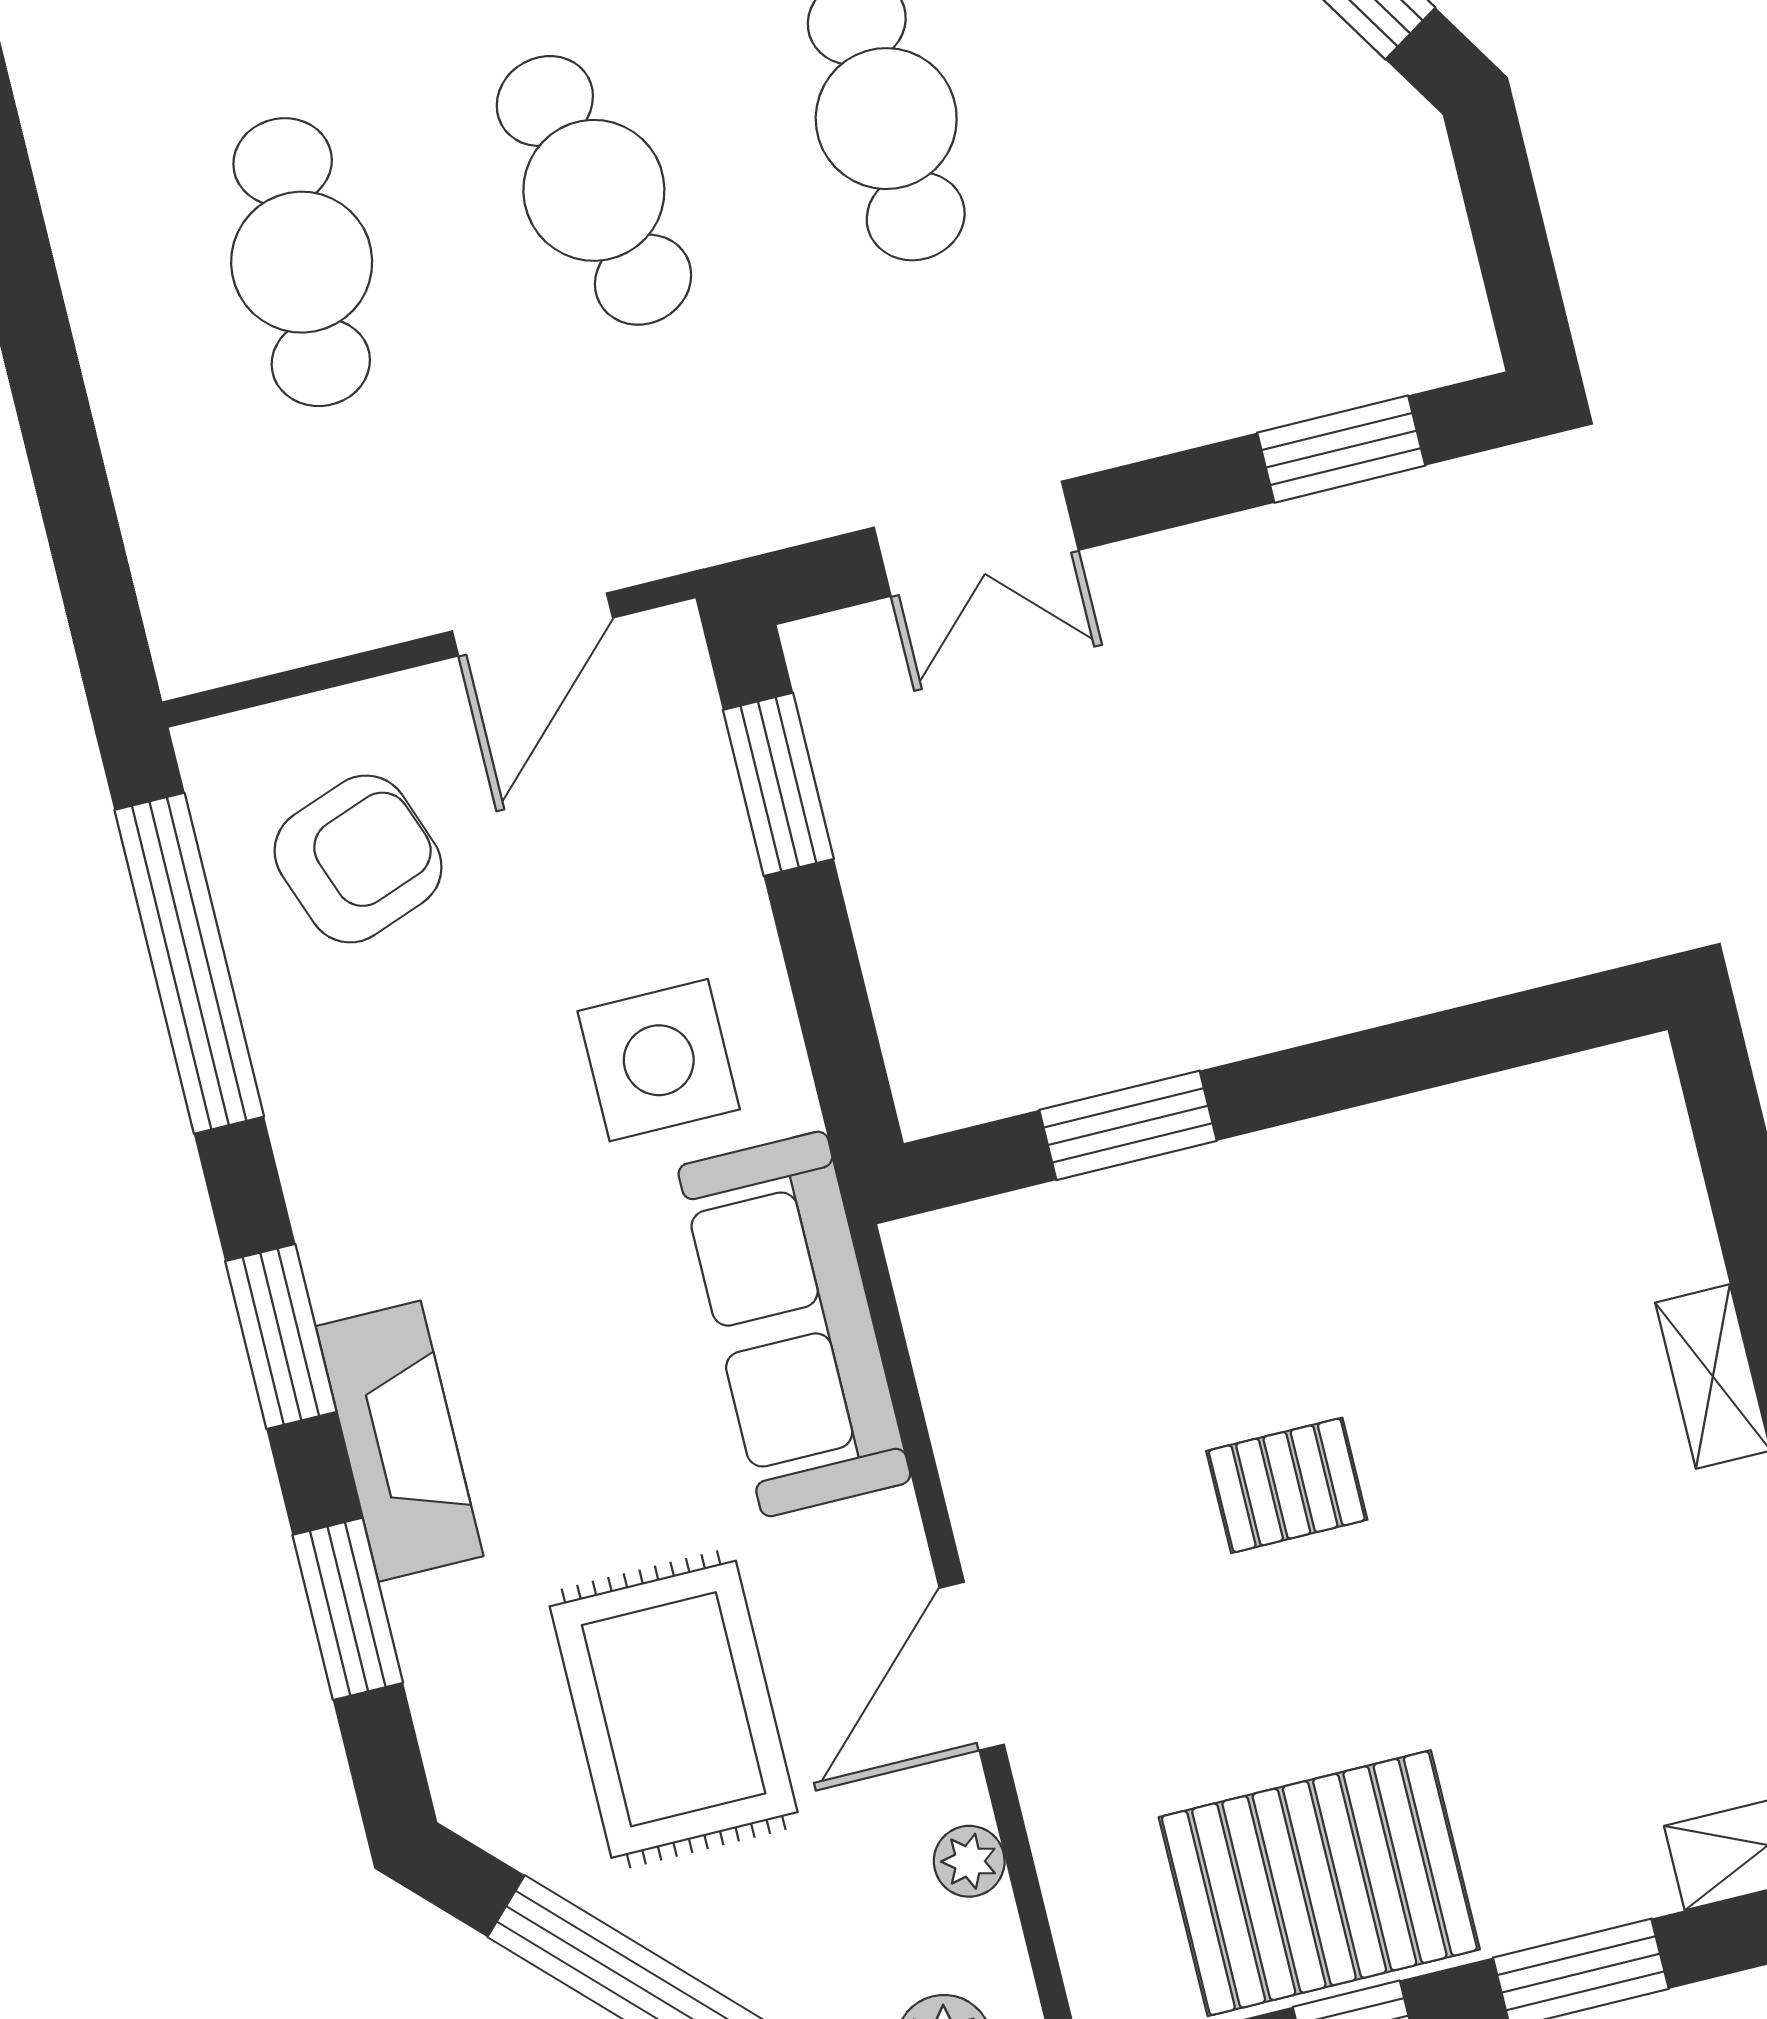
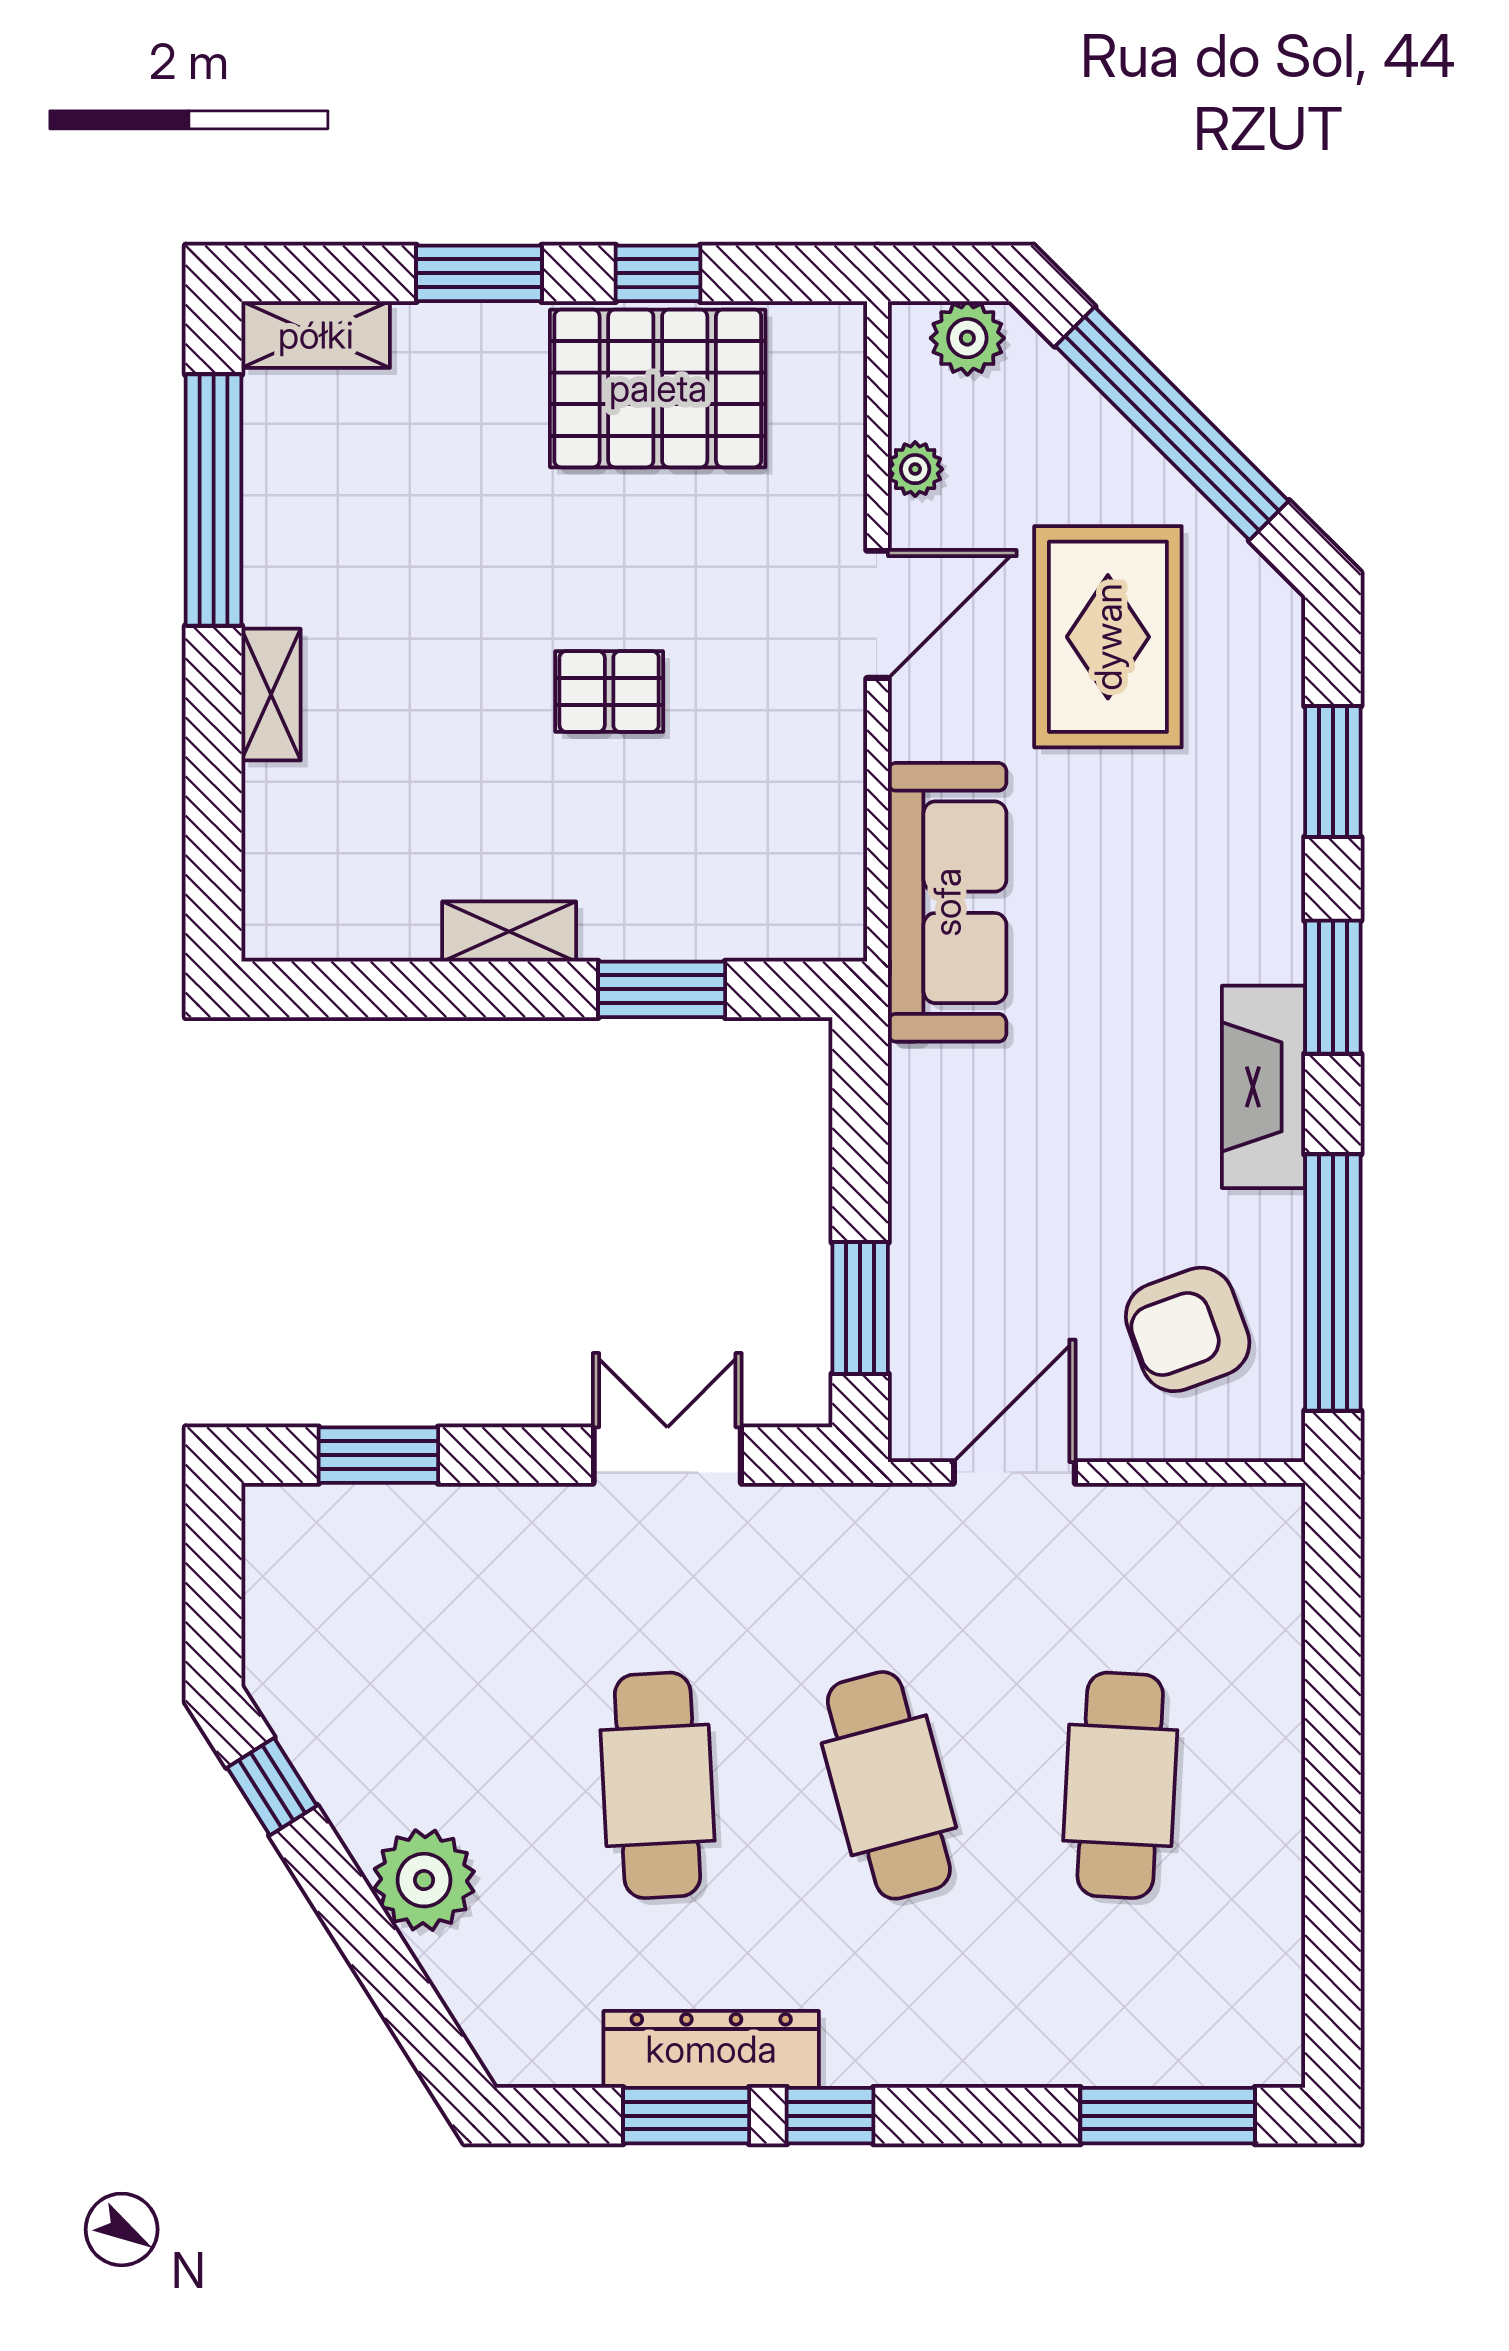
side table: (659, 1060) -> (1000, 1124), removed
shelving: (1339, 1151) -> (509, 931), added
fireplace: (400, 1441) -> (1263, 1087), moved

